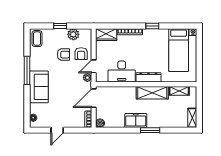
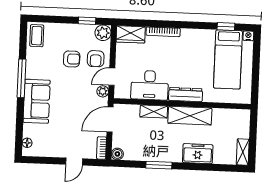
window: (60, 26) -> (87, 21), moved
window: (152, 26) -> (226, 27), moved
plant: (73, 34) -> (103, 33), moved
shelving: (179, 91) -> (154, 112), moved
freezer: (136, 120) -> (198, 154), moved
door: (57, 130) -> (74, 162), moved
window: (150, 130) -> (159, 165), moved

